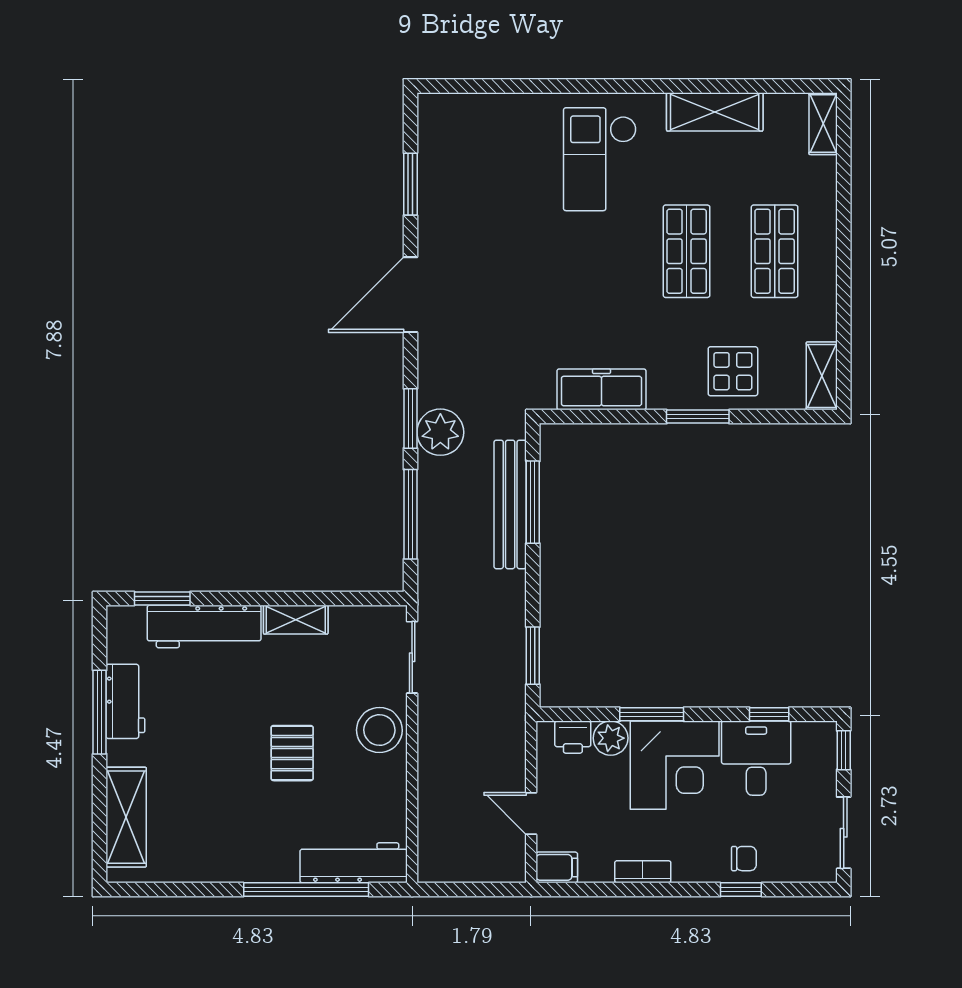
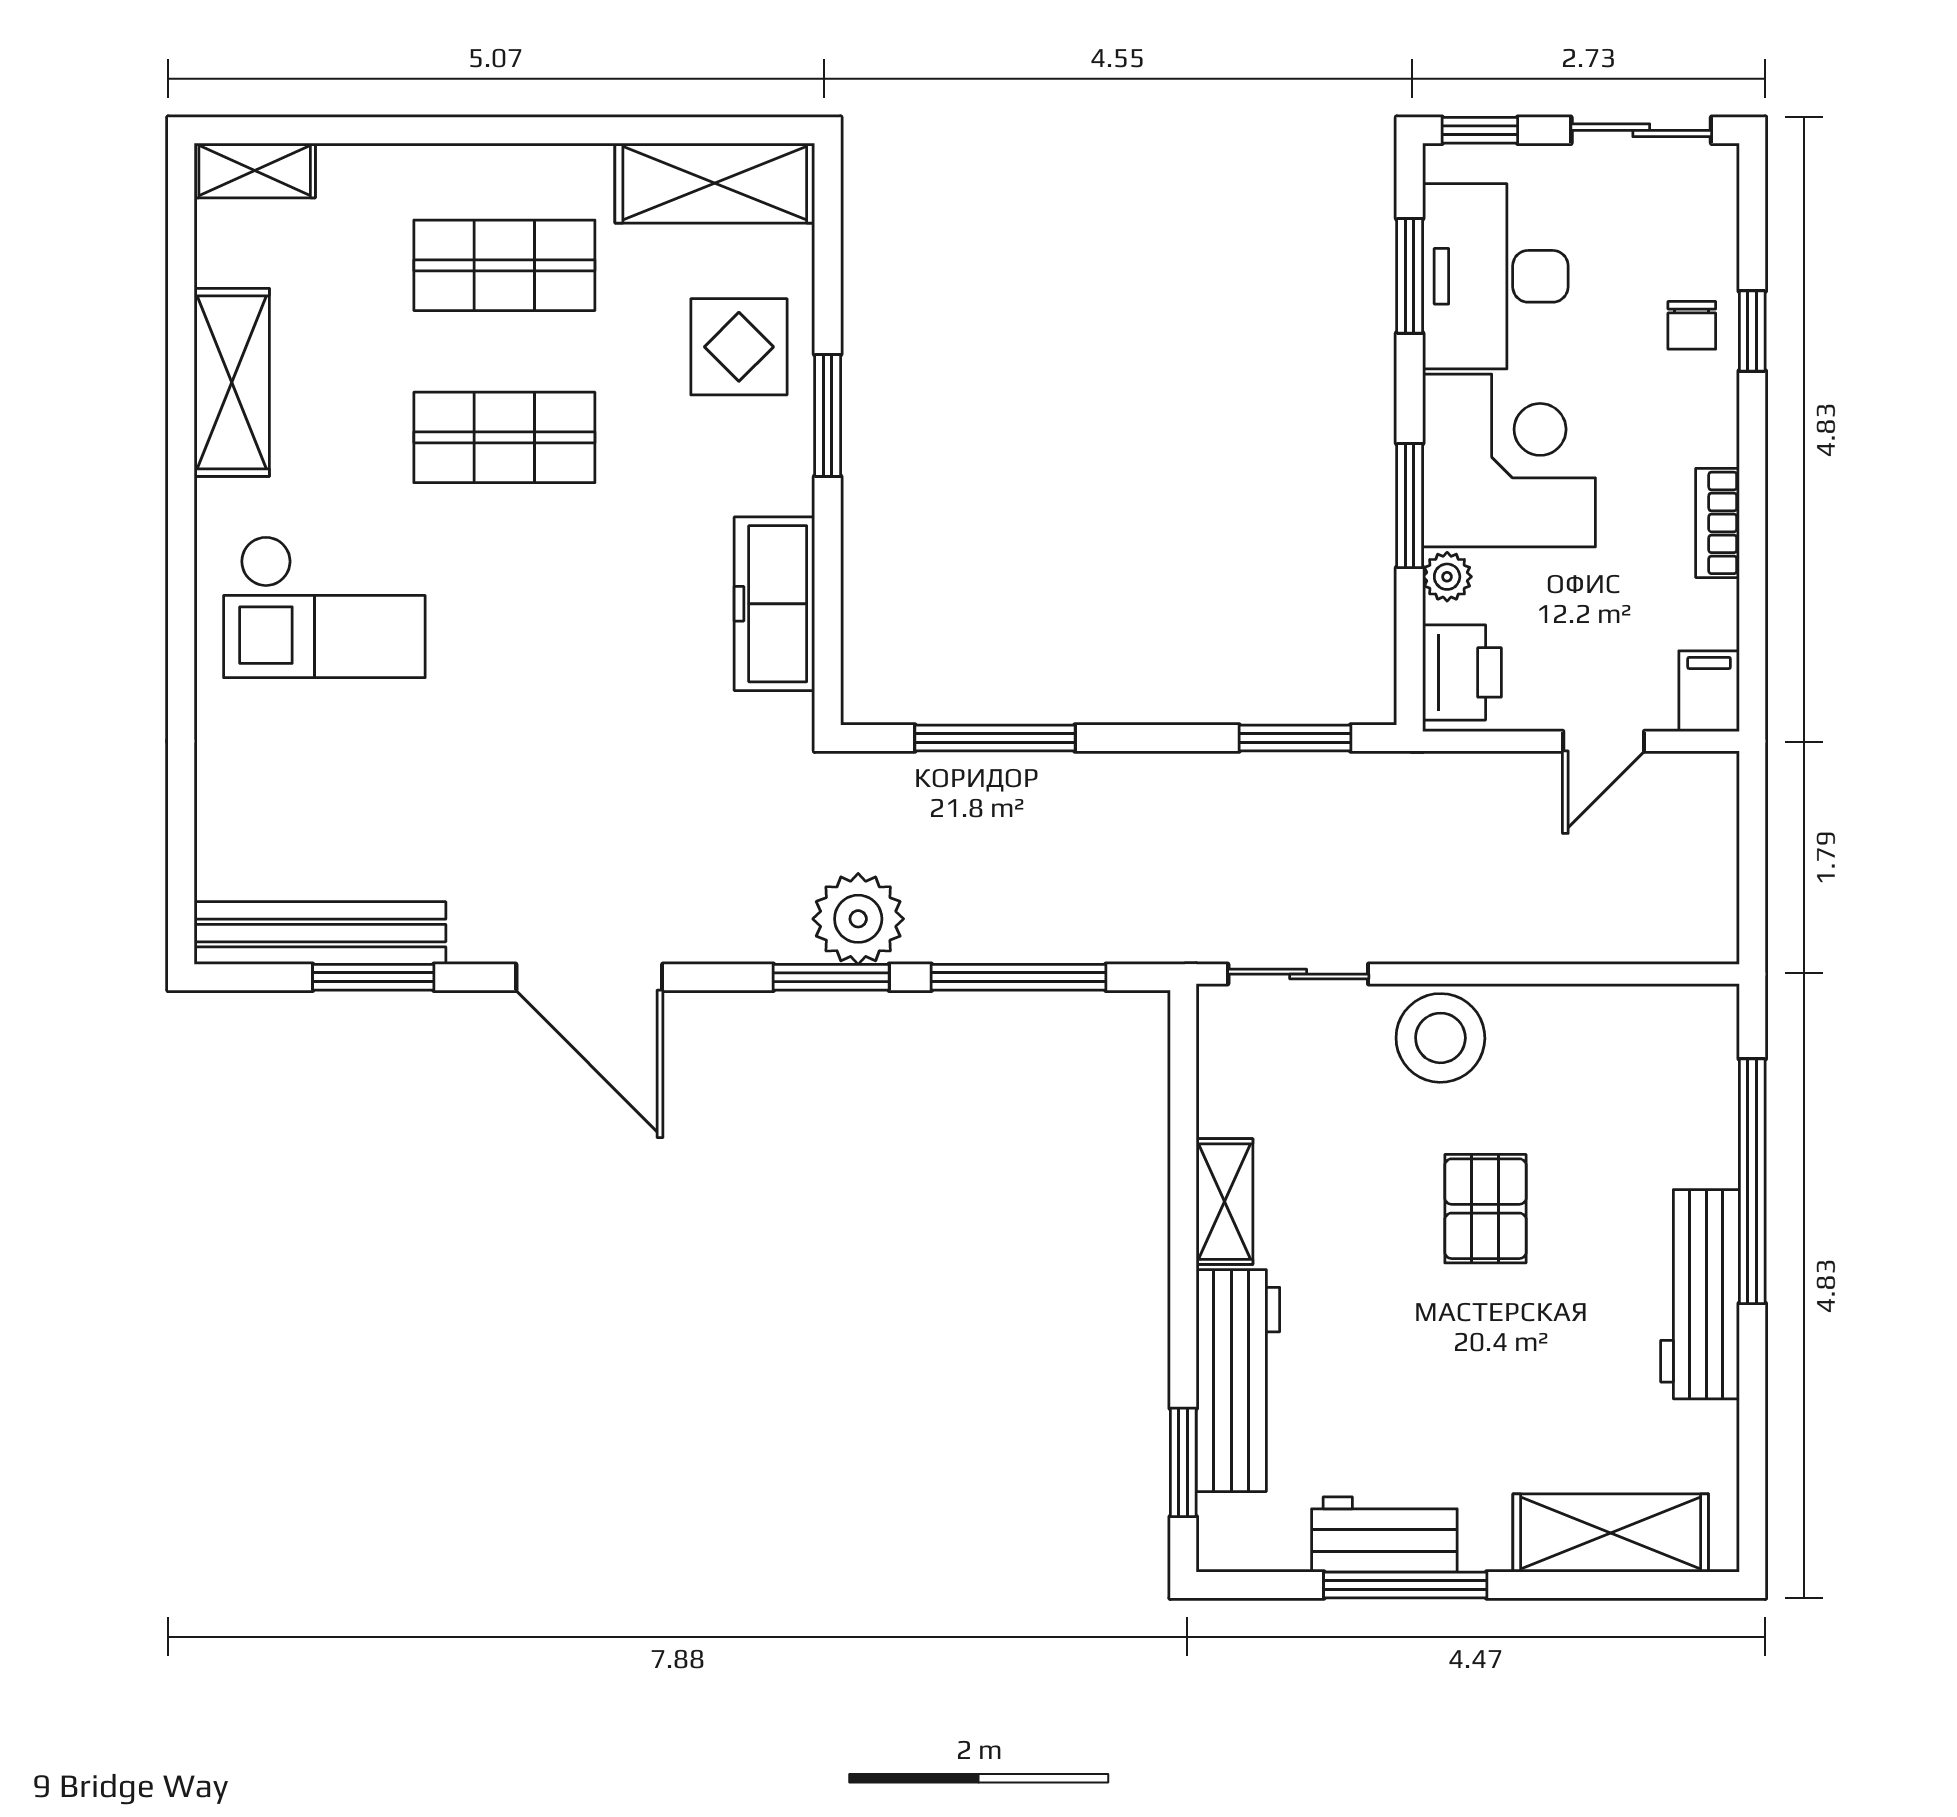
shelving: (822, 376) -> (715, 183), width x1.50, depth x1.33
bench: (510, 504) -> (320, 933), moved
window: (769, 714) -> (1410, 276), width x1.50
printer: (573, 737) -> (1462, 672), width x1.36, depth x1.24
plant: (611, 738) -> (1447, 577), width x0.73, depth x0.73
pallet: (292, 753) -> (1485, 1209), turned 90
desk: (756, 758) -> (1495, 276), width x1.37
chair: (744, 859) -> (1692, 325), turned 180
workbench: (354, 863) -> (1700, 1294), moved

